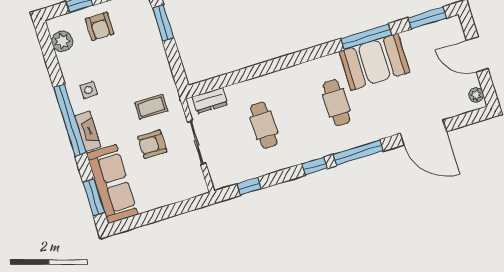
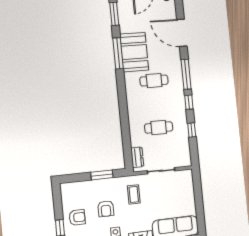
window: (163, 23) -> (102, 175), moved
door: (423, 132) -> (182, 33), swing flipped
armchair: (152, 144) -> (106, 209), moved
window: (249, 186) -> (192, 130), moved

